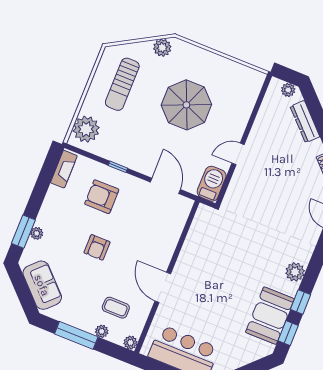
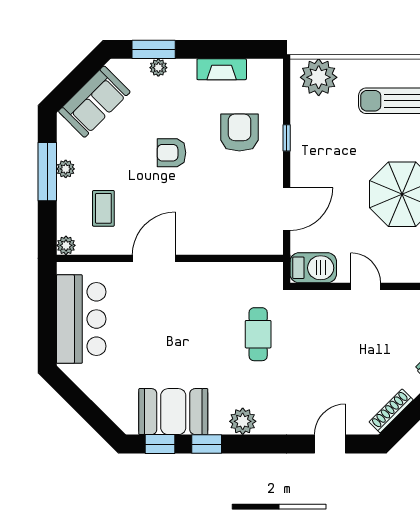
fireplace: (64, 169) -> (222, 69), moved
cafe table: (241, 238) -> (258, 334), added
plant: (102, 331) -> (66, 169), moved

